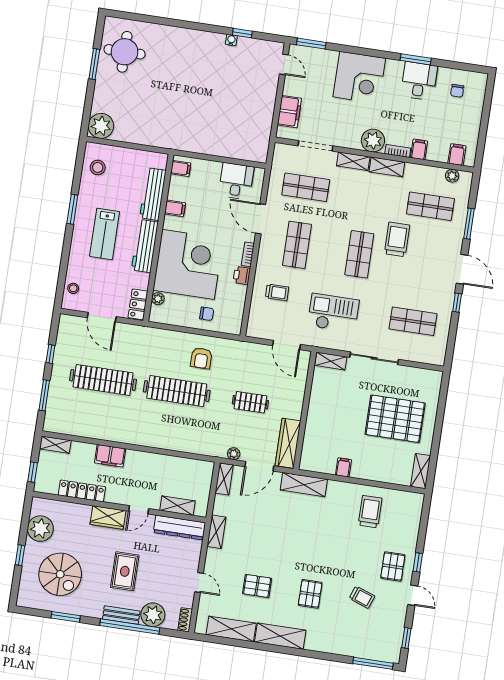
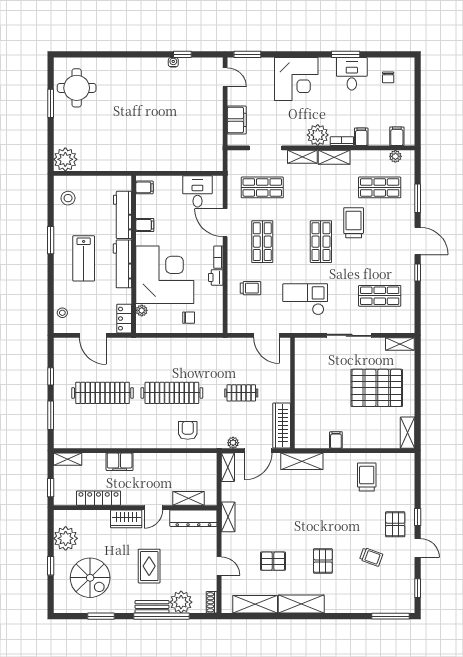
armchair: (201, 358) -> (188, 430), moved, turned 180
shelving: (331, 361) -> (400, 344), moved

